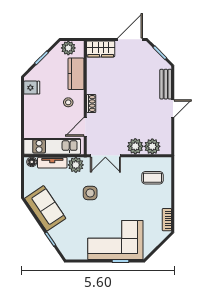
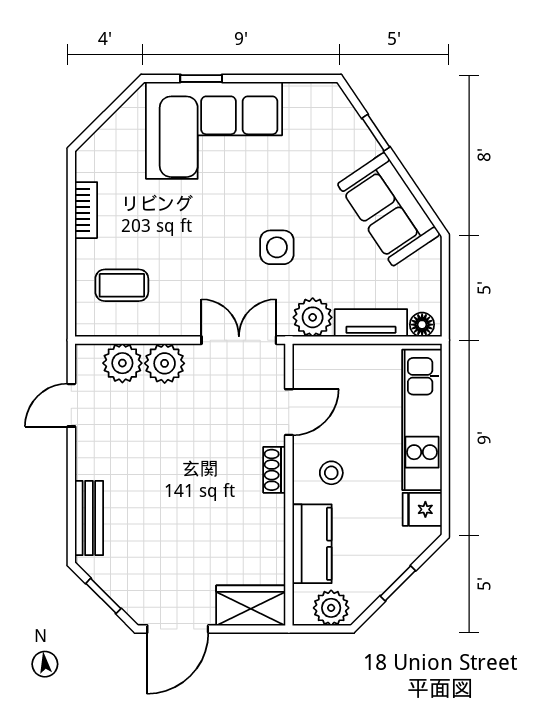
door: (173, 109) -> (71, 405), moved
kitchen unit: (52, 146) -> (422, 420), moved, turned 90
bookcase: (167, 220) -> (86, 210), moved

